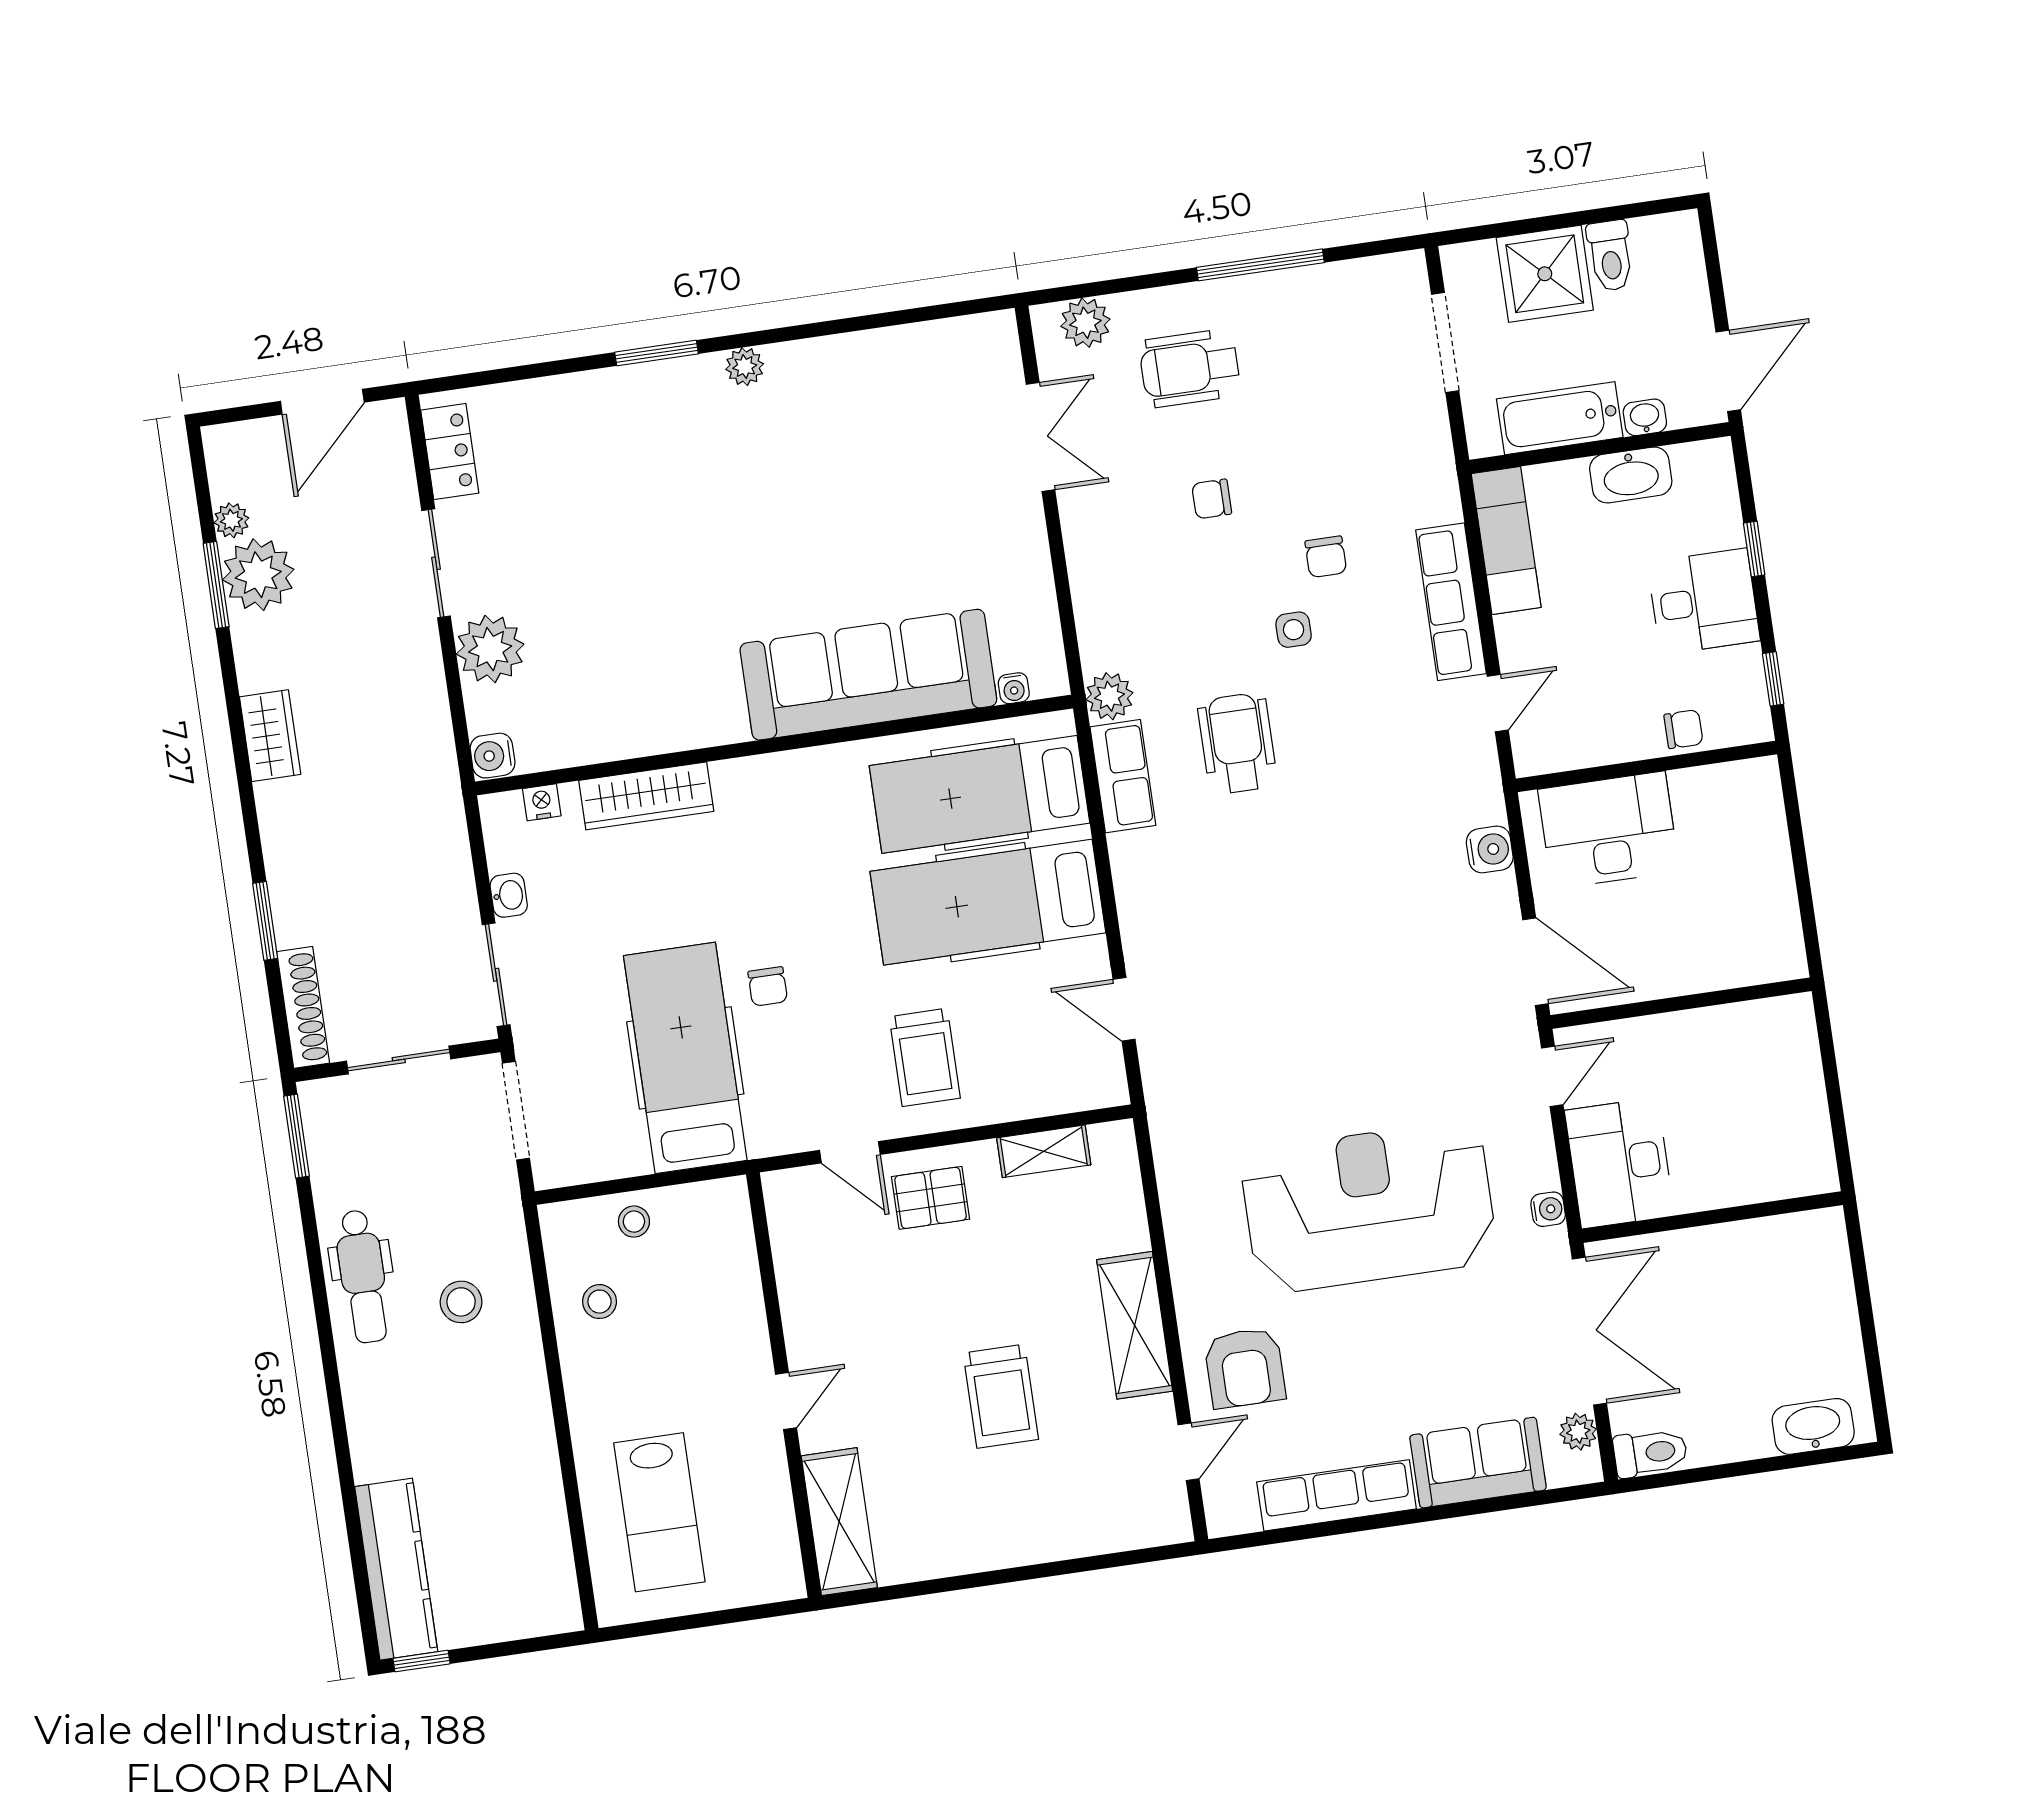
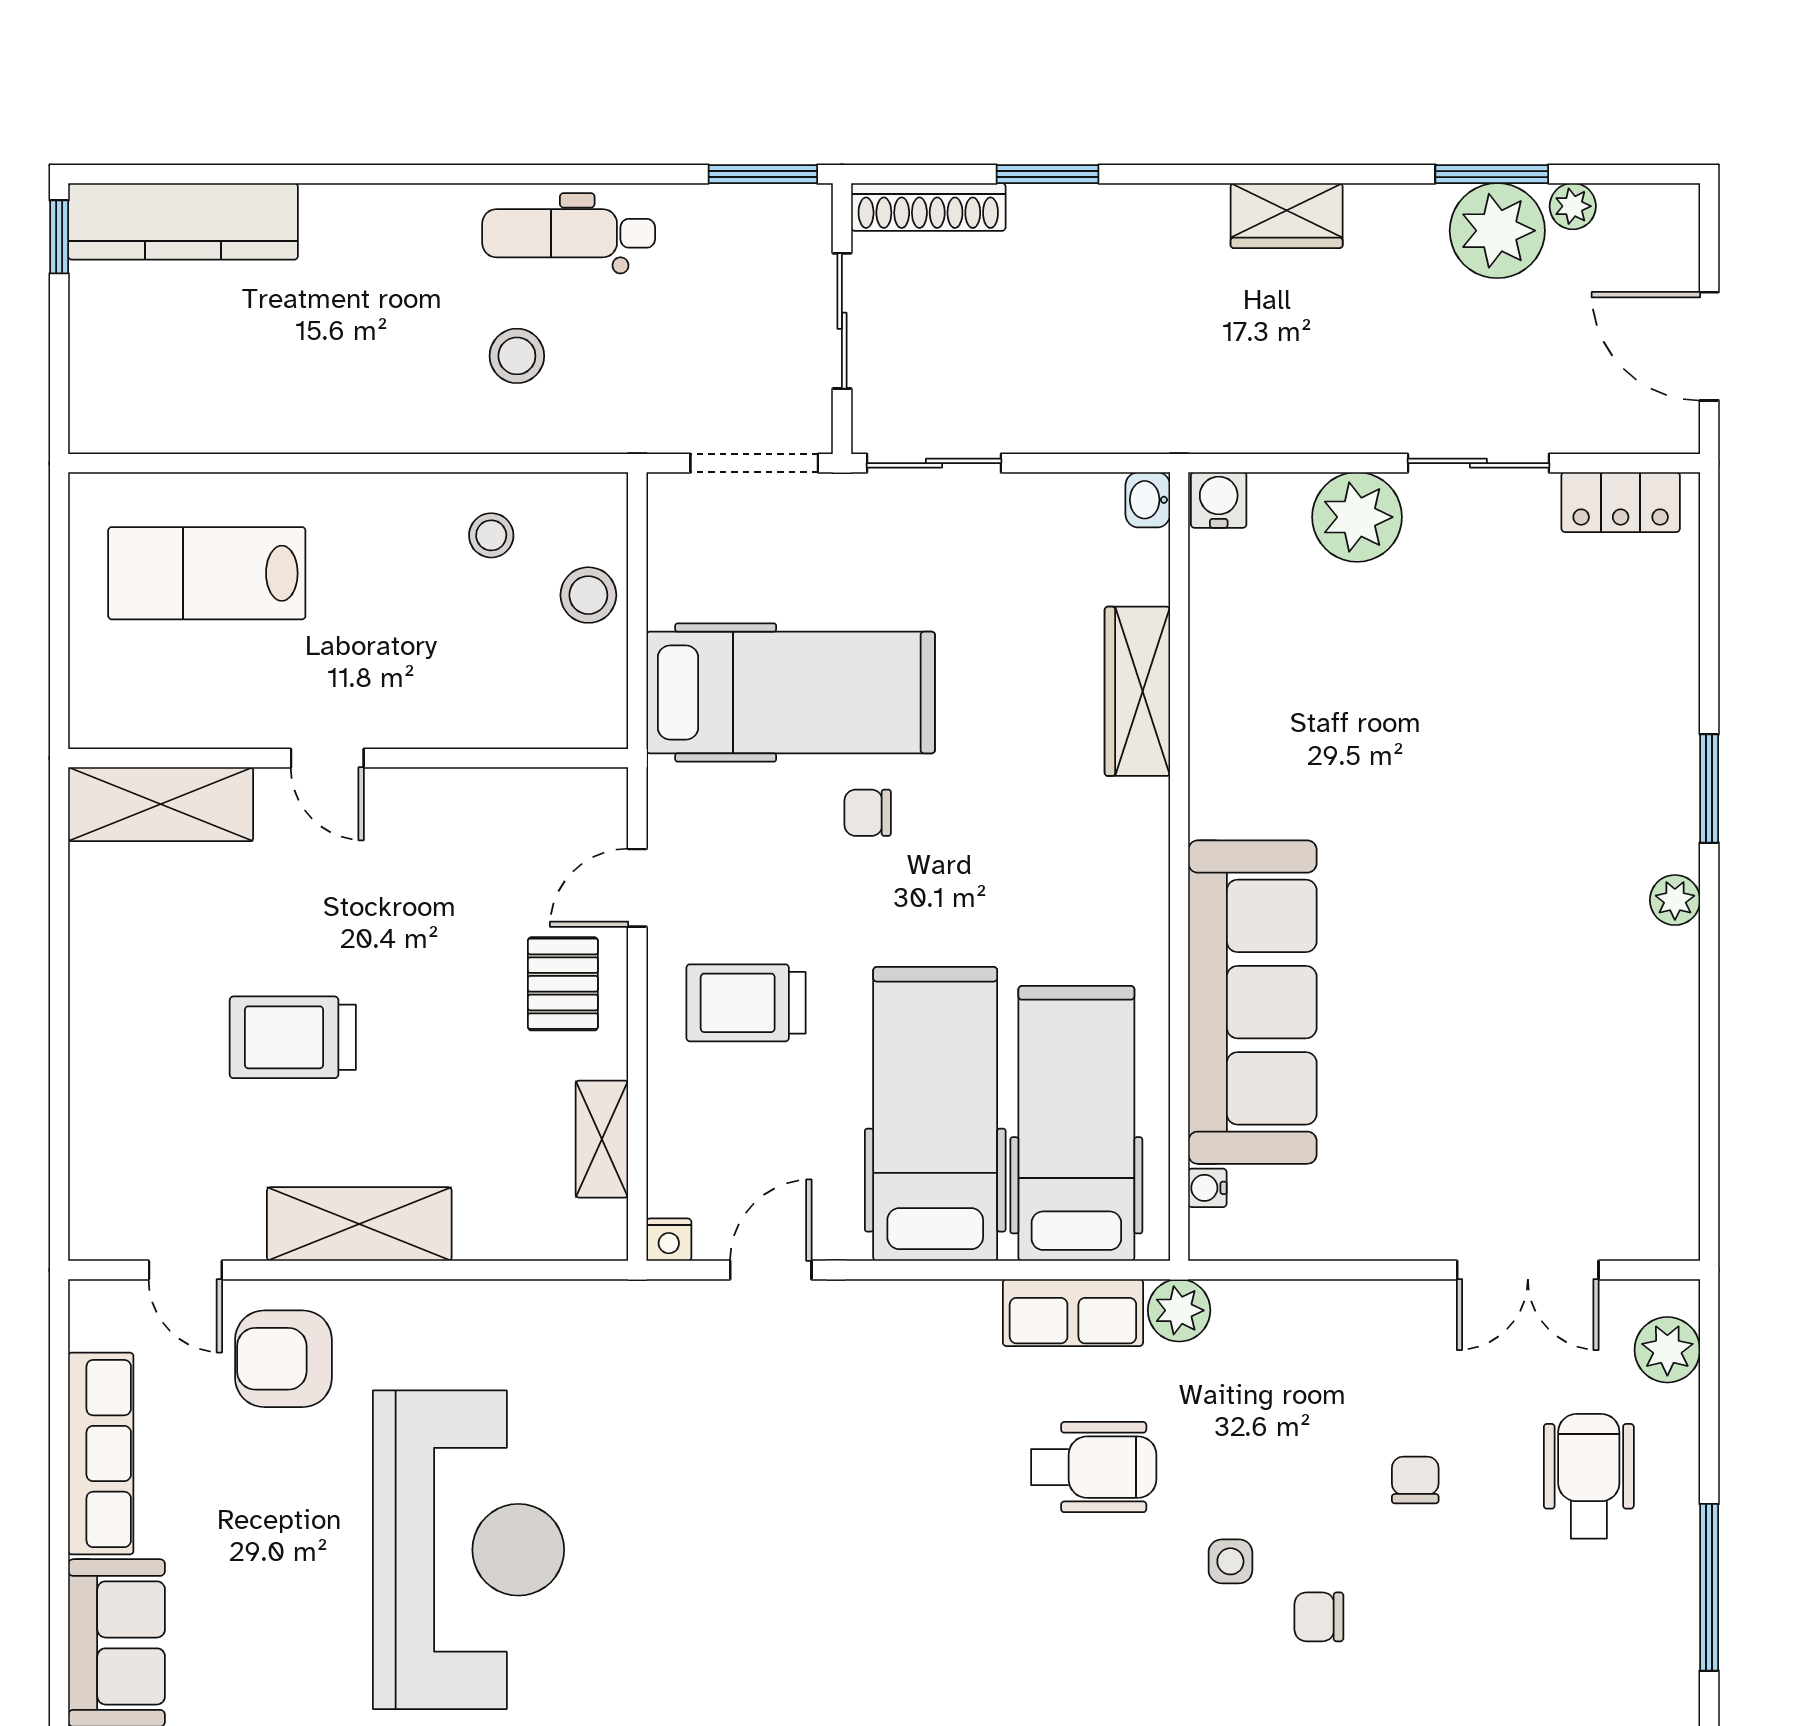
nightstand: (542, 802) -> (669, 1240), moved, turned 90
washbasin: (509, 895) -> (1148, 500), moved, turned 90
stool: (634, 1222) -> (588, 595), width x1.37, depth x1.37

